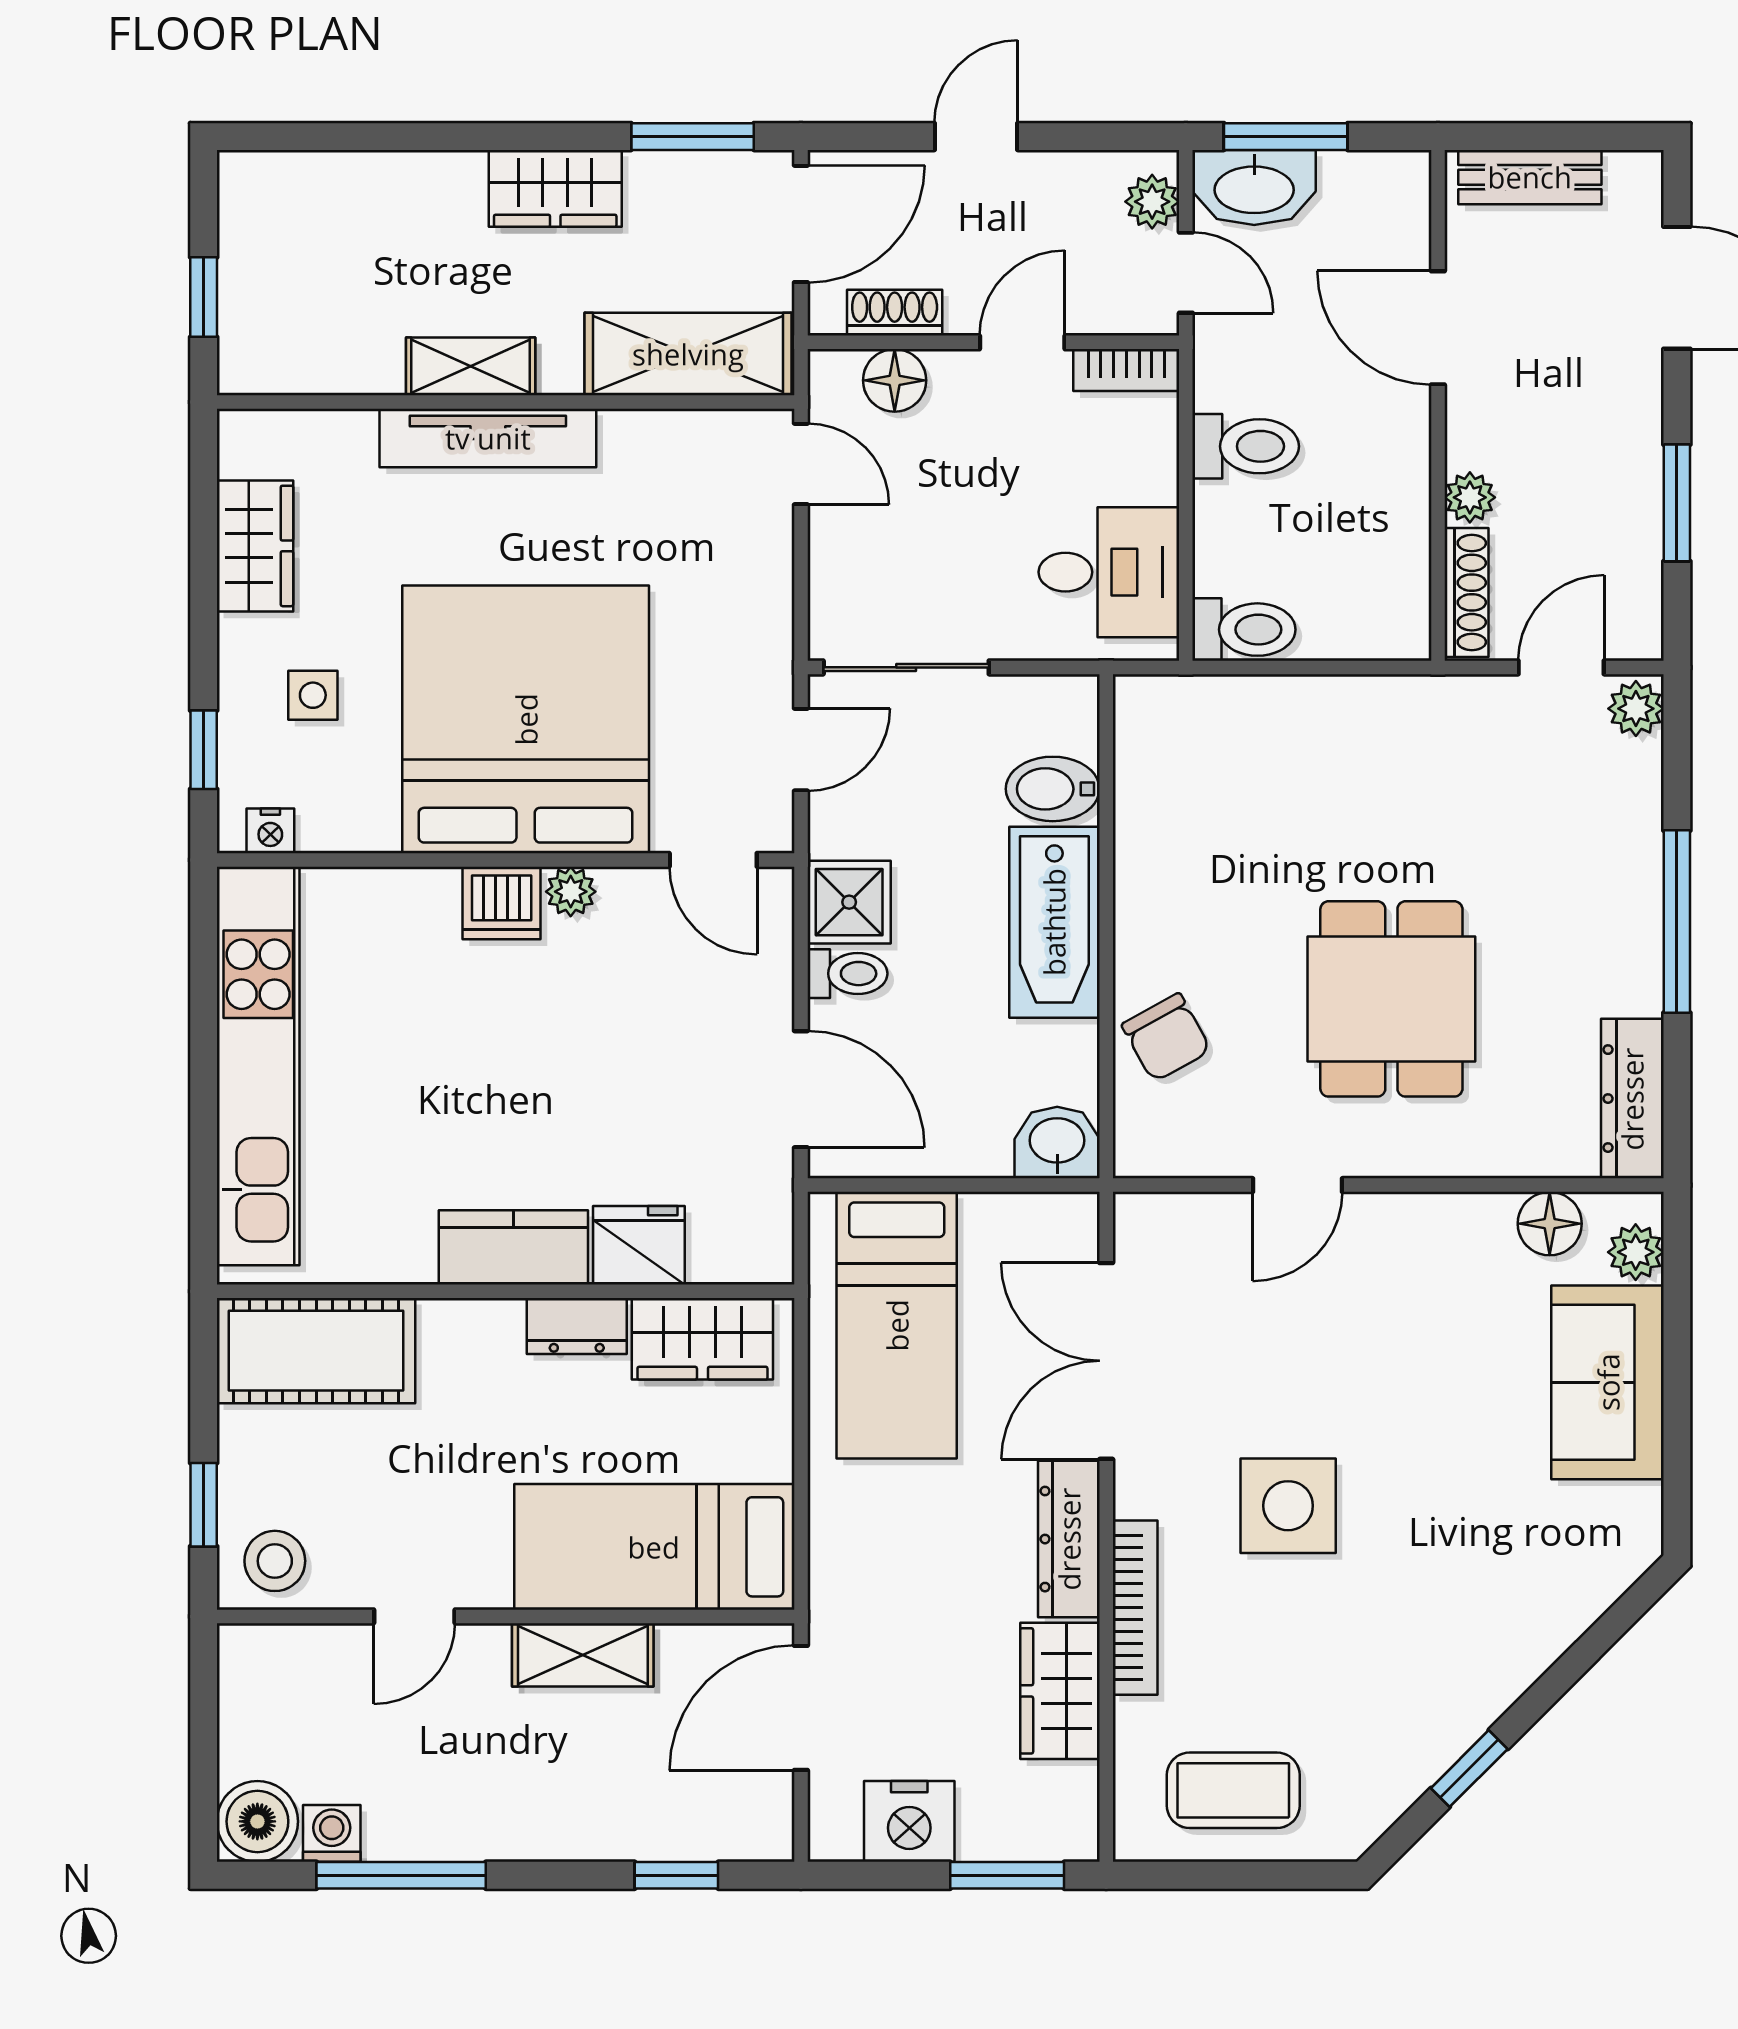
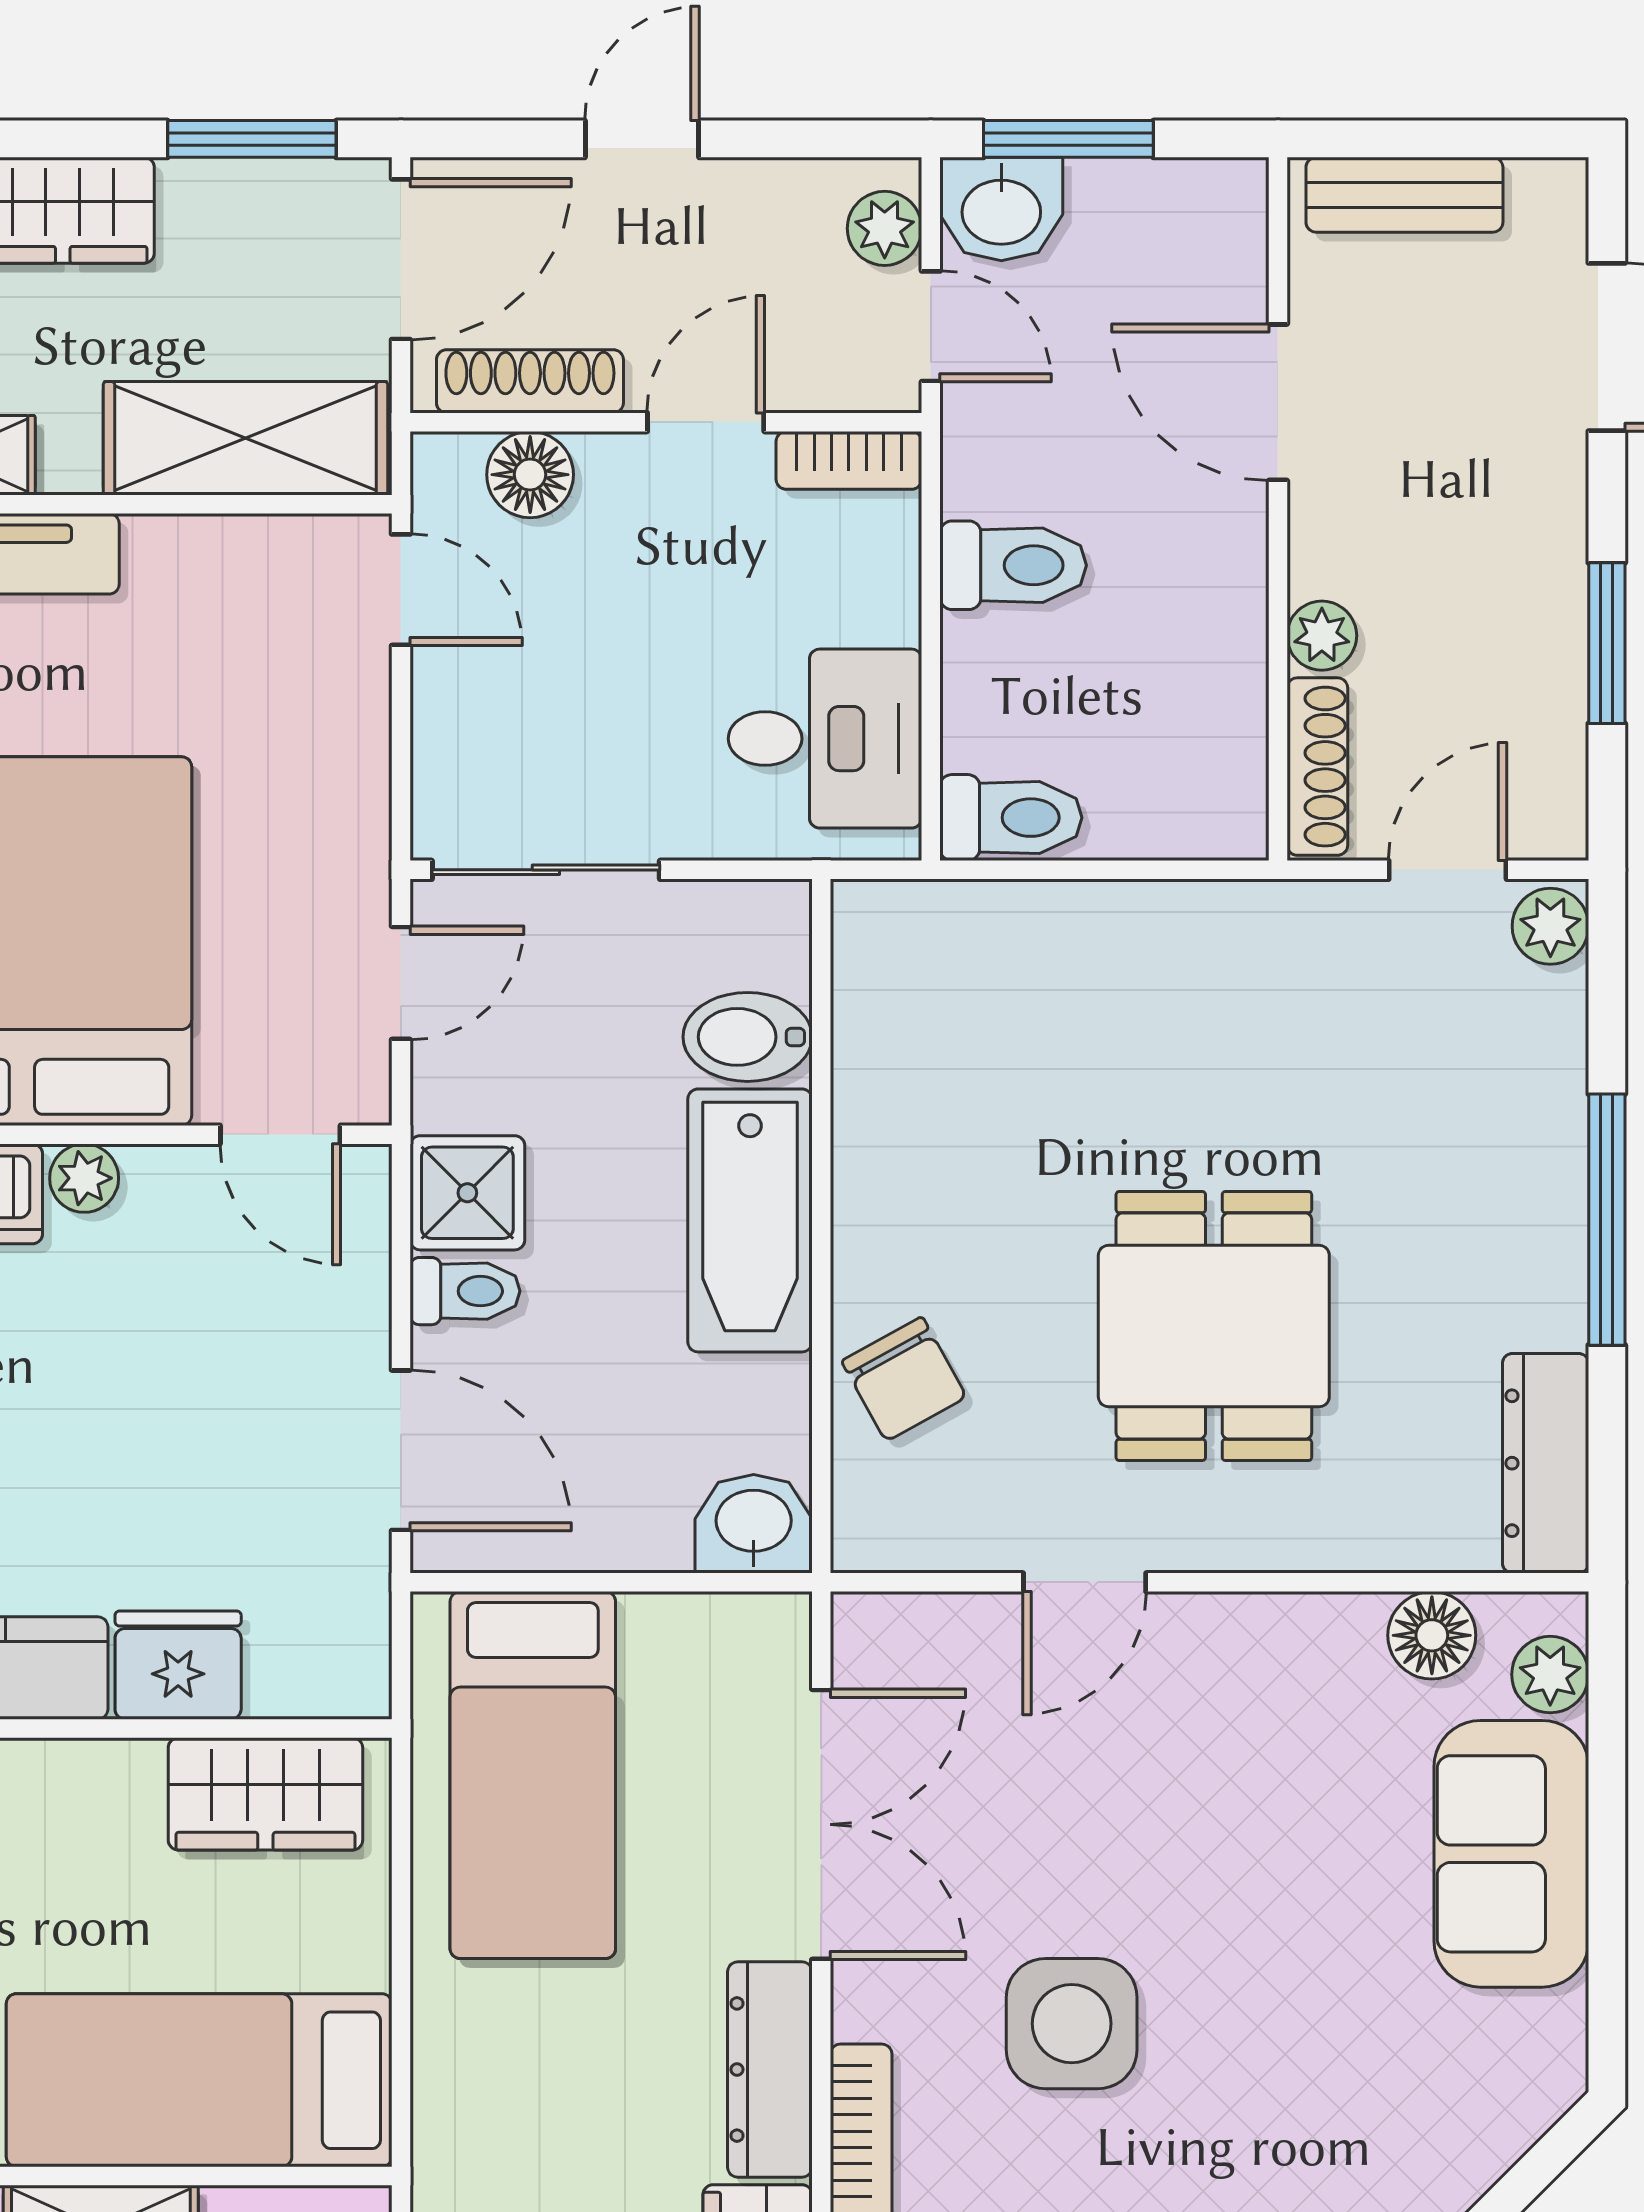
washbasin: (1254, 188) -> (1001, 209), width x0.72
shoe rack: (895, 313) -> (530, 381), width x1.43
dresser: (577, 1326) -> (92, 1776), removed
double door: (1106, 1361) -> (821, 1824), swing flipped

